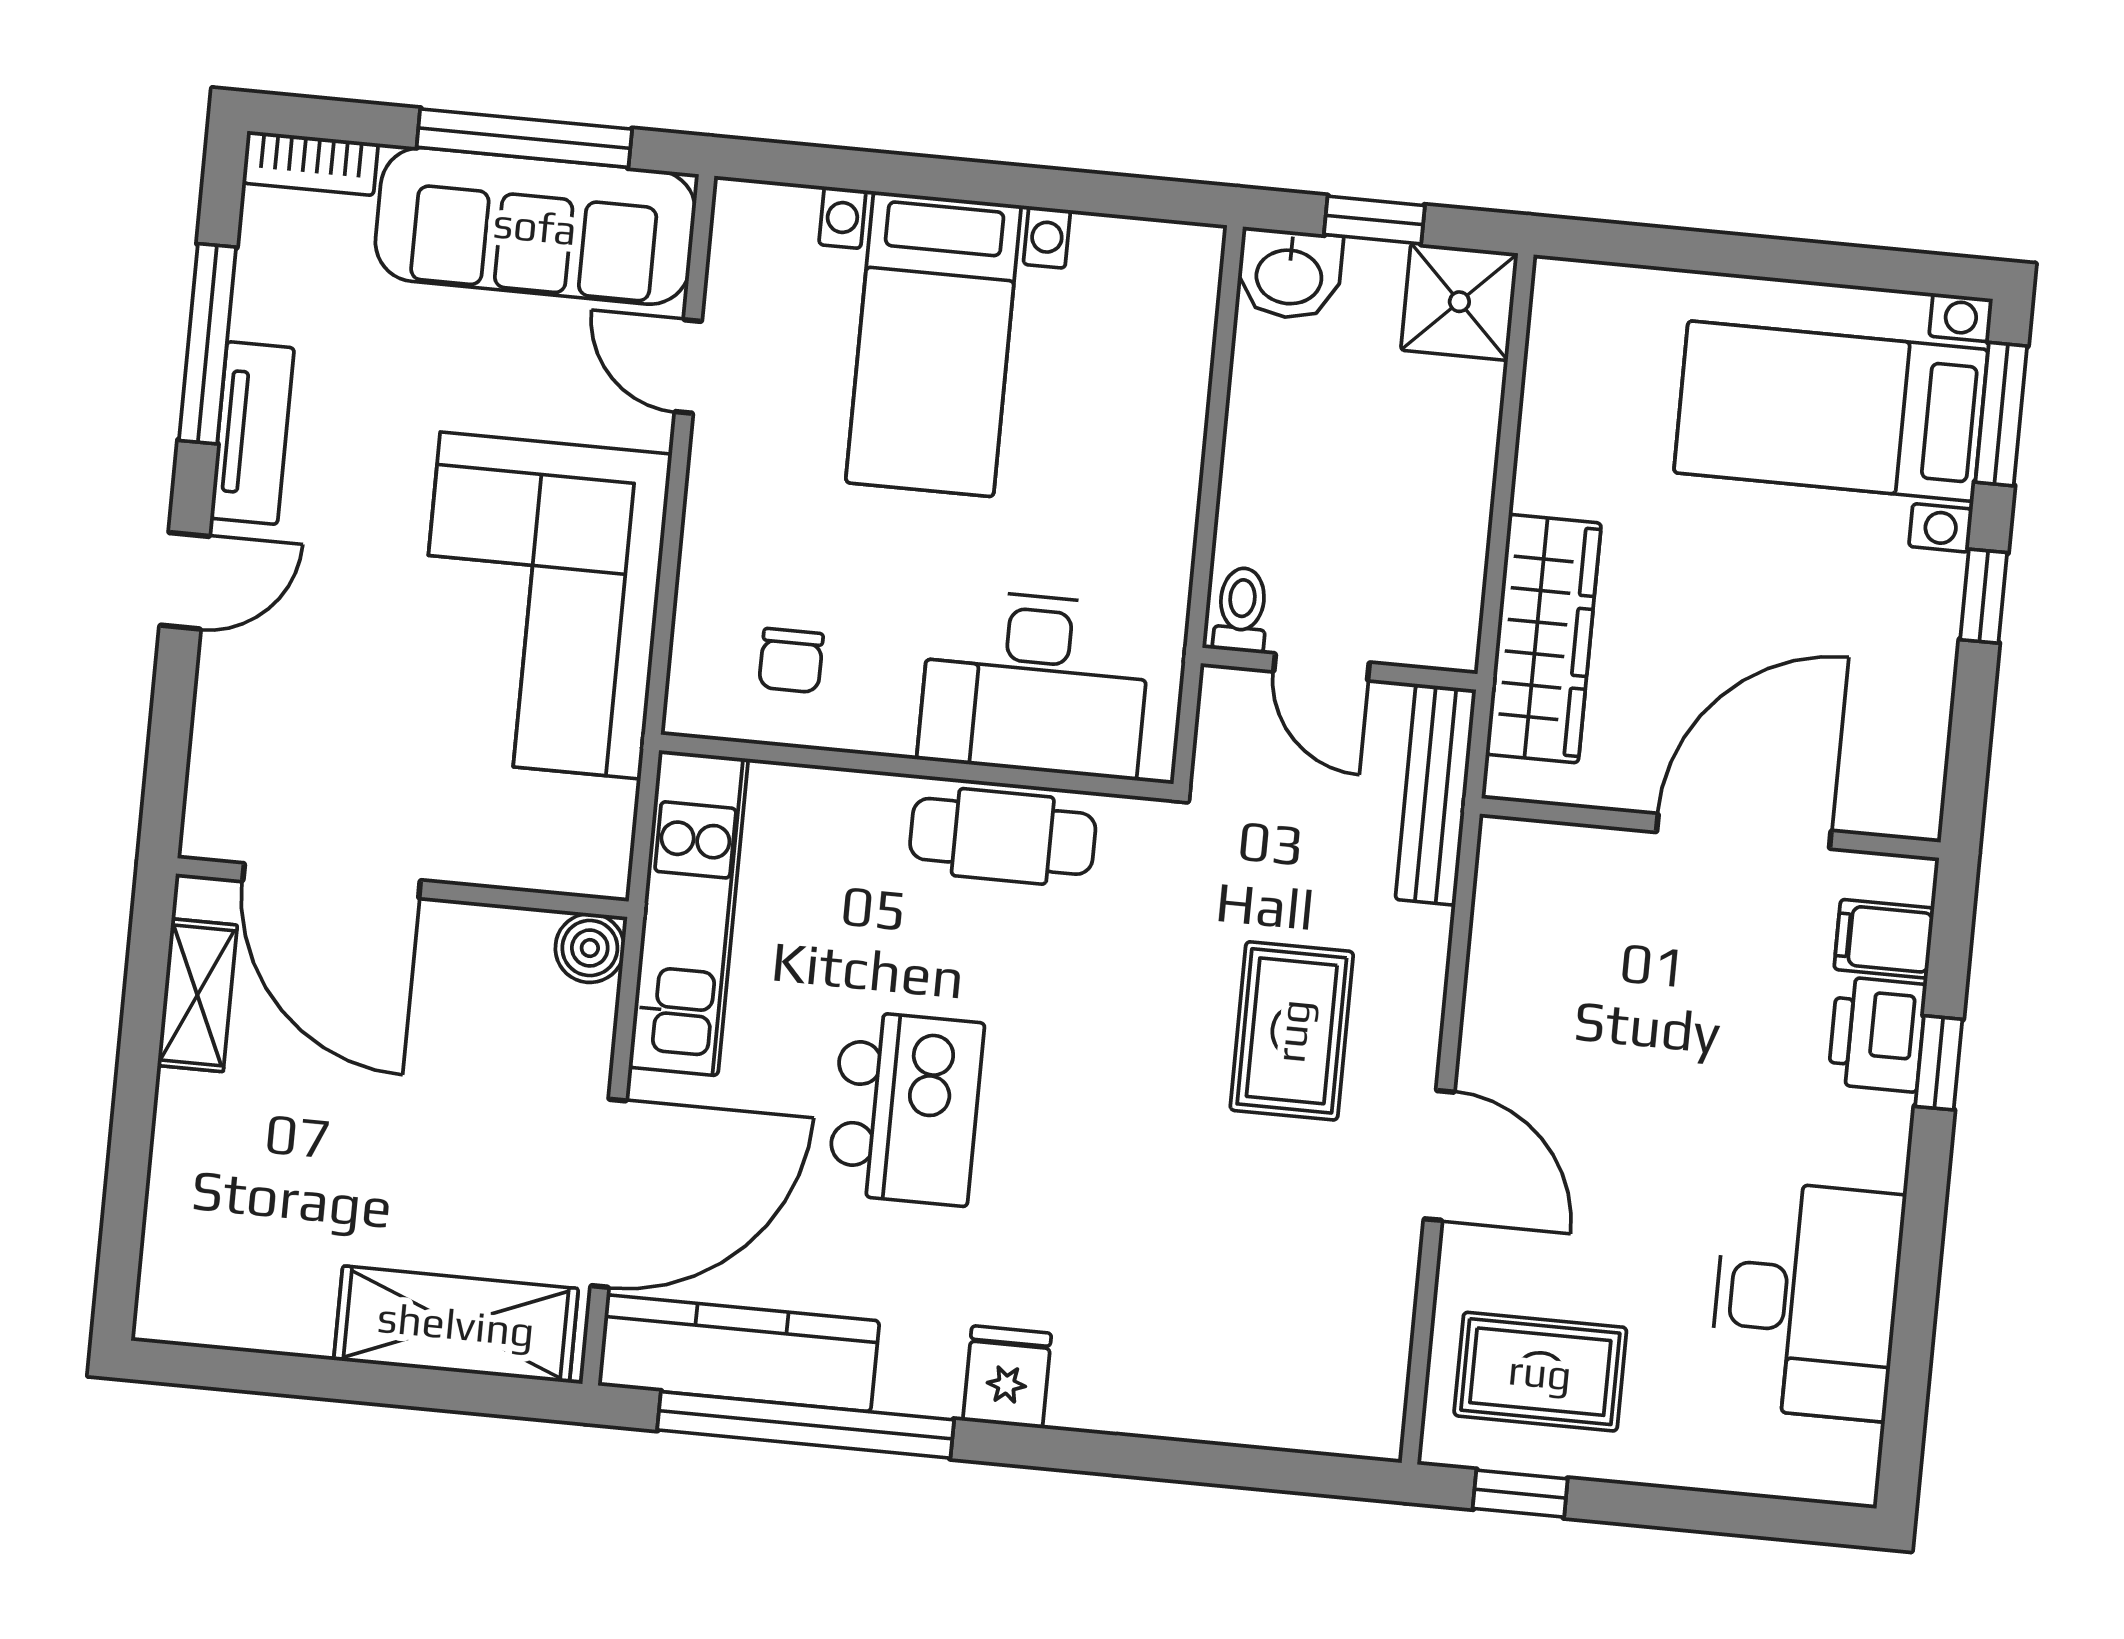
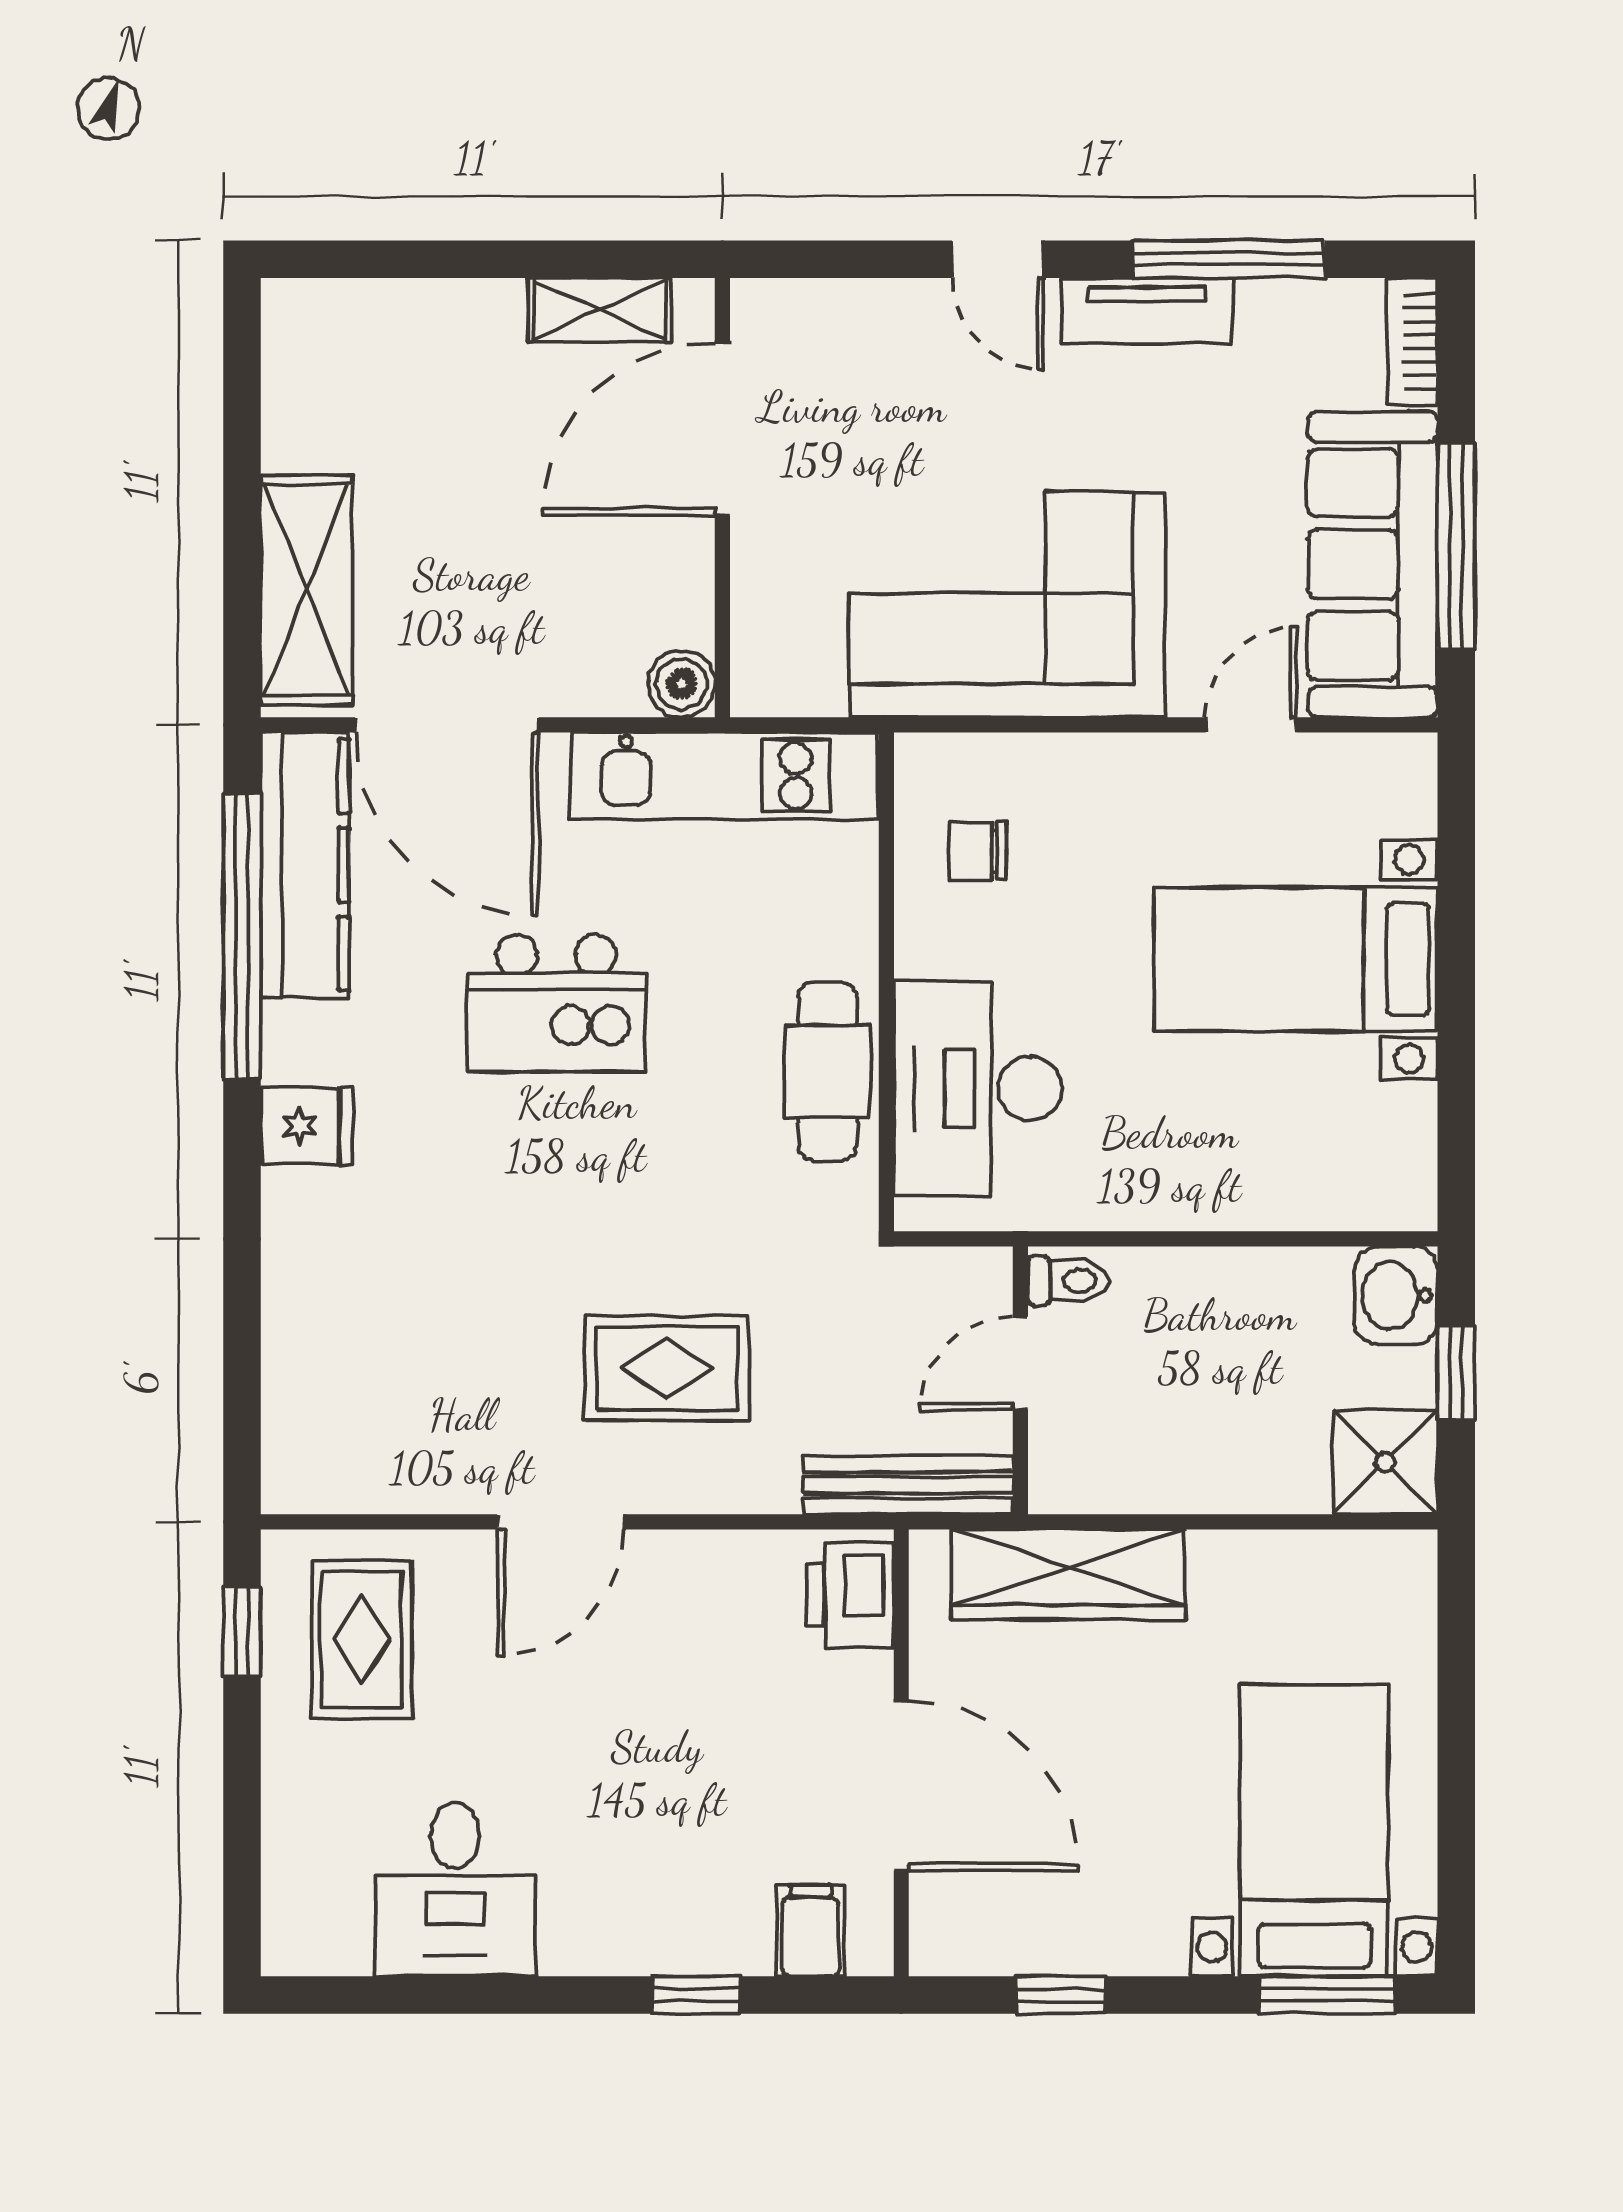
window: (1984, 596) -> (1060, 1995), moved
printer: (1877, 1034) -> (850, 1595), moved, turned -90
desk: (1806, 1300) -> (455, 1889), width x0.73

